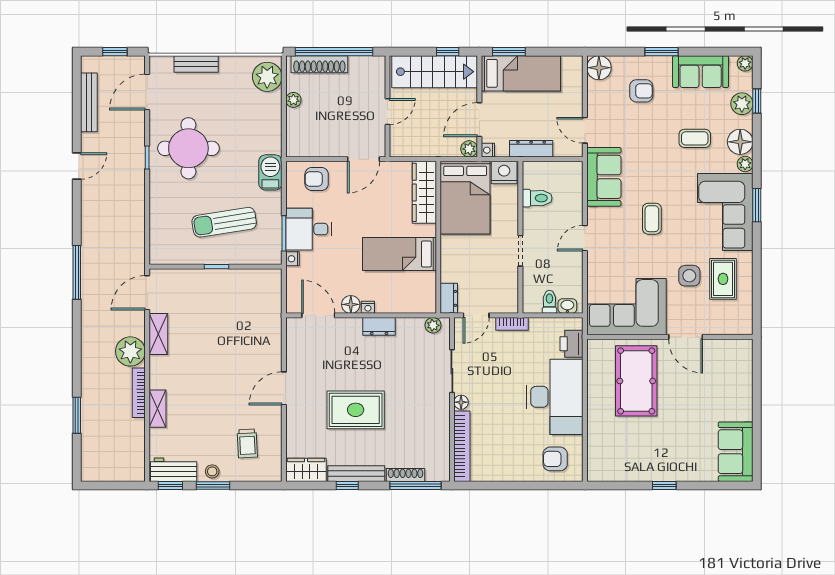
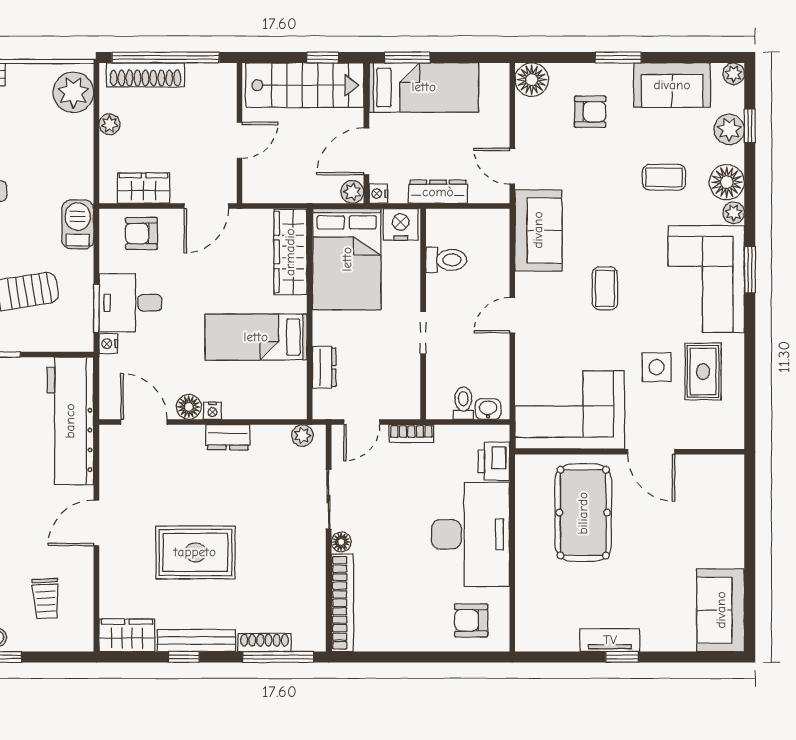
wardrobe: (318, 146) -> (144, 188), added
dresser: (449, 298) -> (324, 367), moved
workbench: (265, 315) -> (70, 421), added
tv unit: (656, 473) -> (610, 640), added

